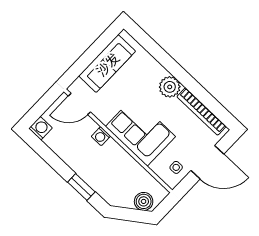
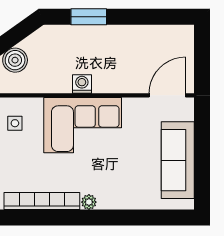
plant: (170, 87) -> (89, 202), width x0.53, depth x0.53
washing machine: (40, 128) -> (183, 36), removed
washing machine: (101, 136) -> (82, 84), moved

